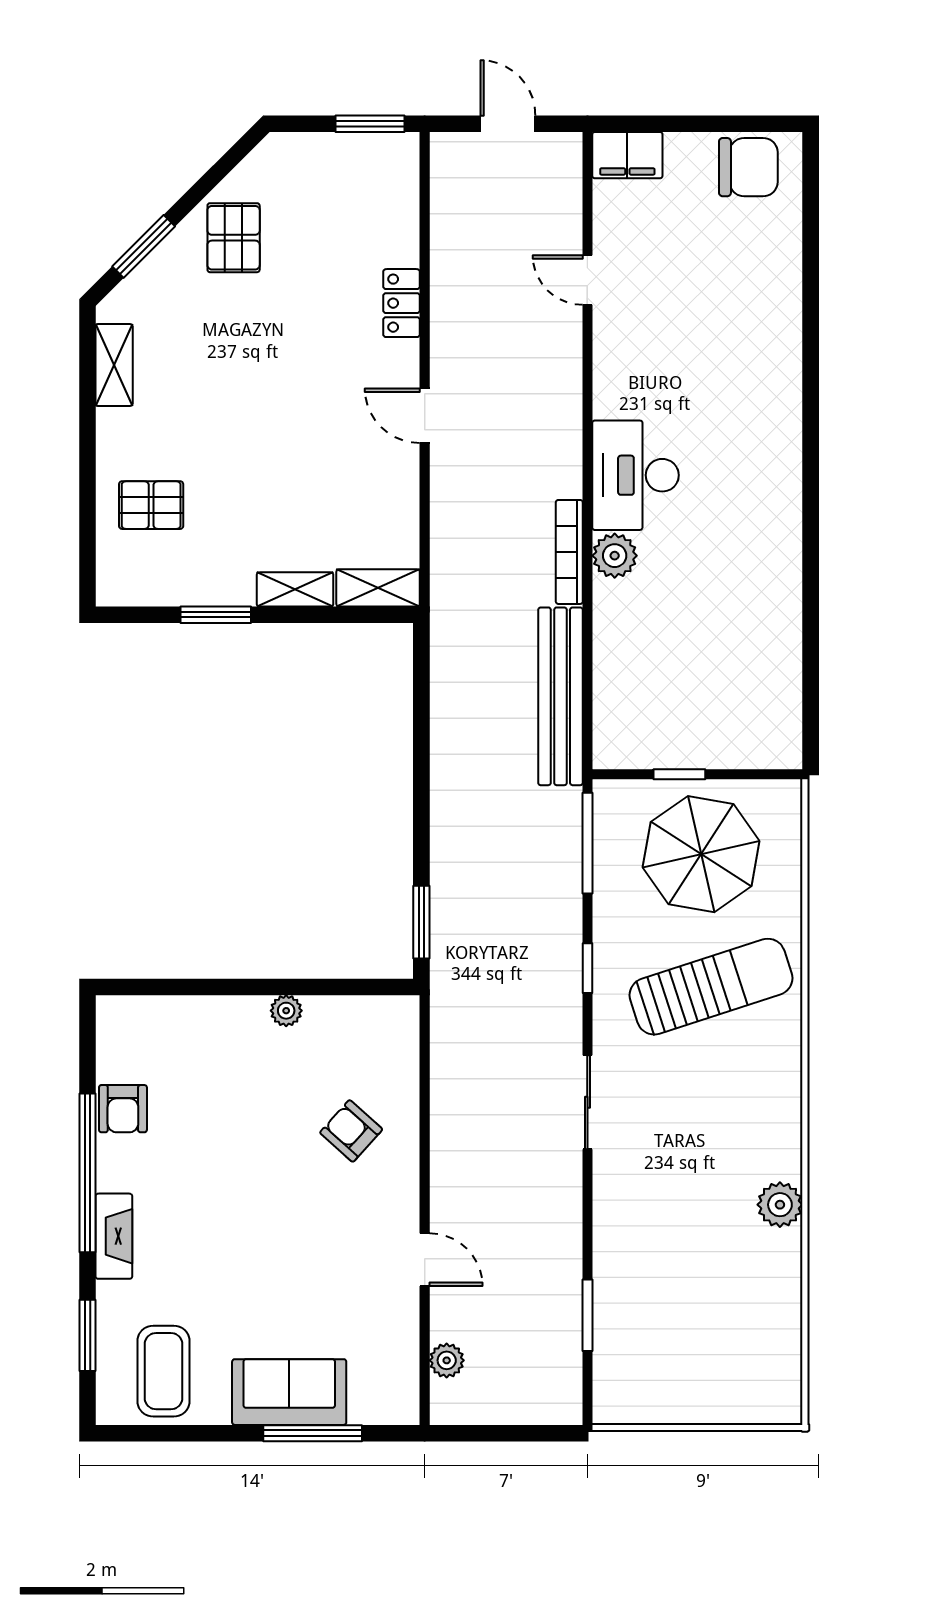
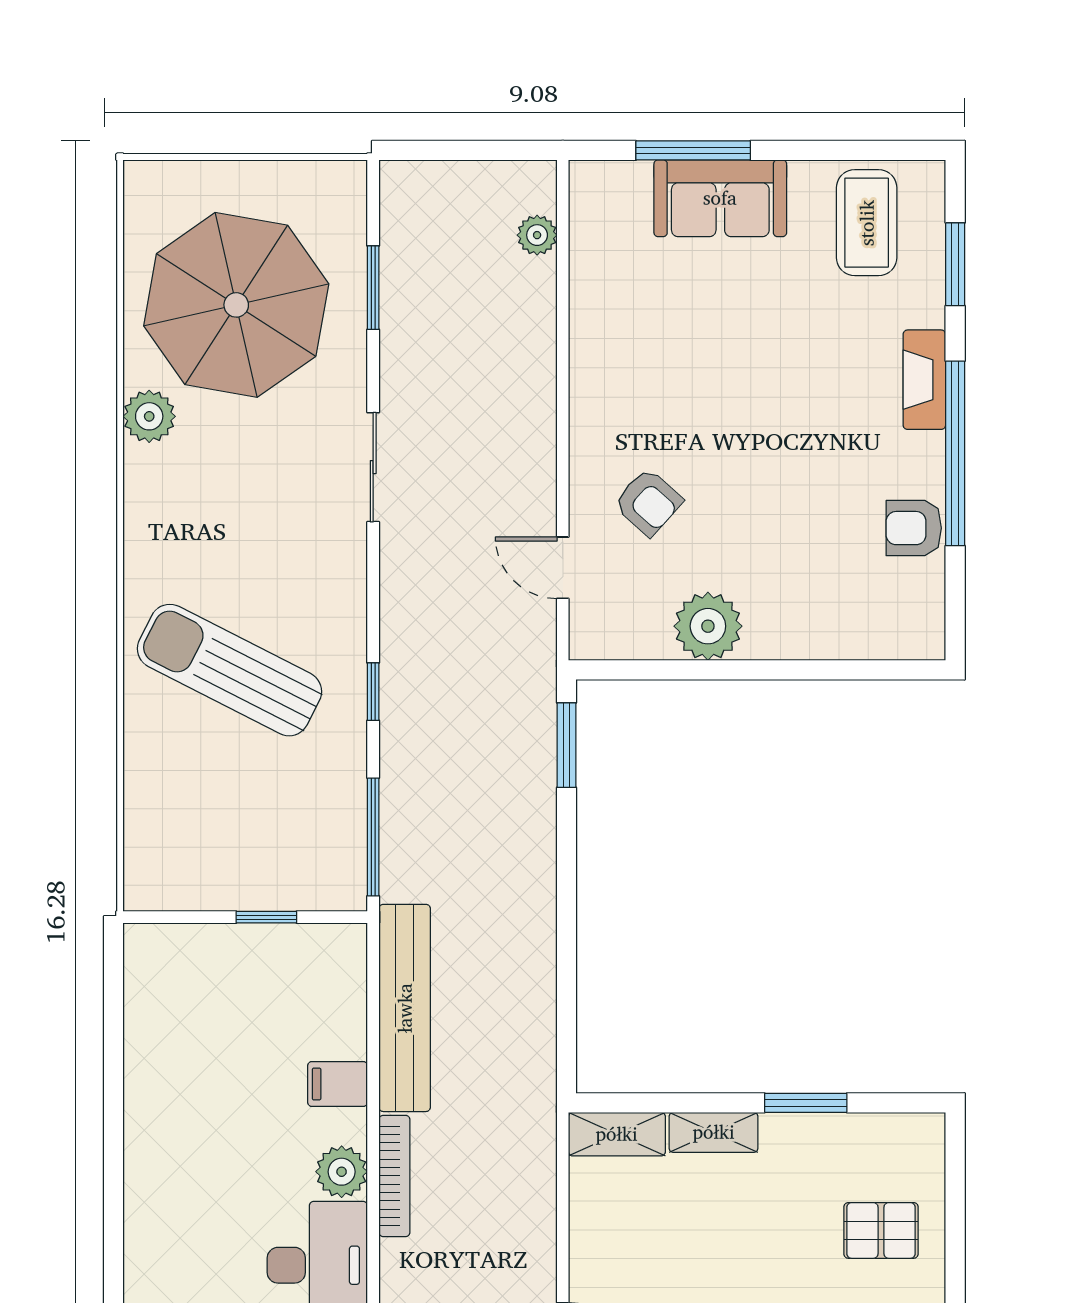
filing cabinet: (618, 631) -> (338, 1084), added
parasol: (701, 854) -> (236, 305), moved, width x1.36, depth x1.36
sun lounger: (711, 987) -> (229, 670), turned 45
plant: (286, 1011) -> (708, 626), width x1.88, depth x1.88
sliding door: (587, 1102) -> (373, 467), moved
armchair: (123, 1109) -> (914, 528), turned -90
door: (425, 1260) -> (563, 568), moved

